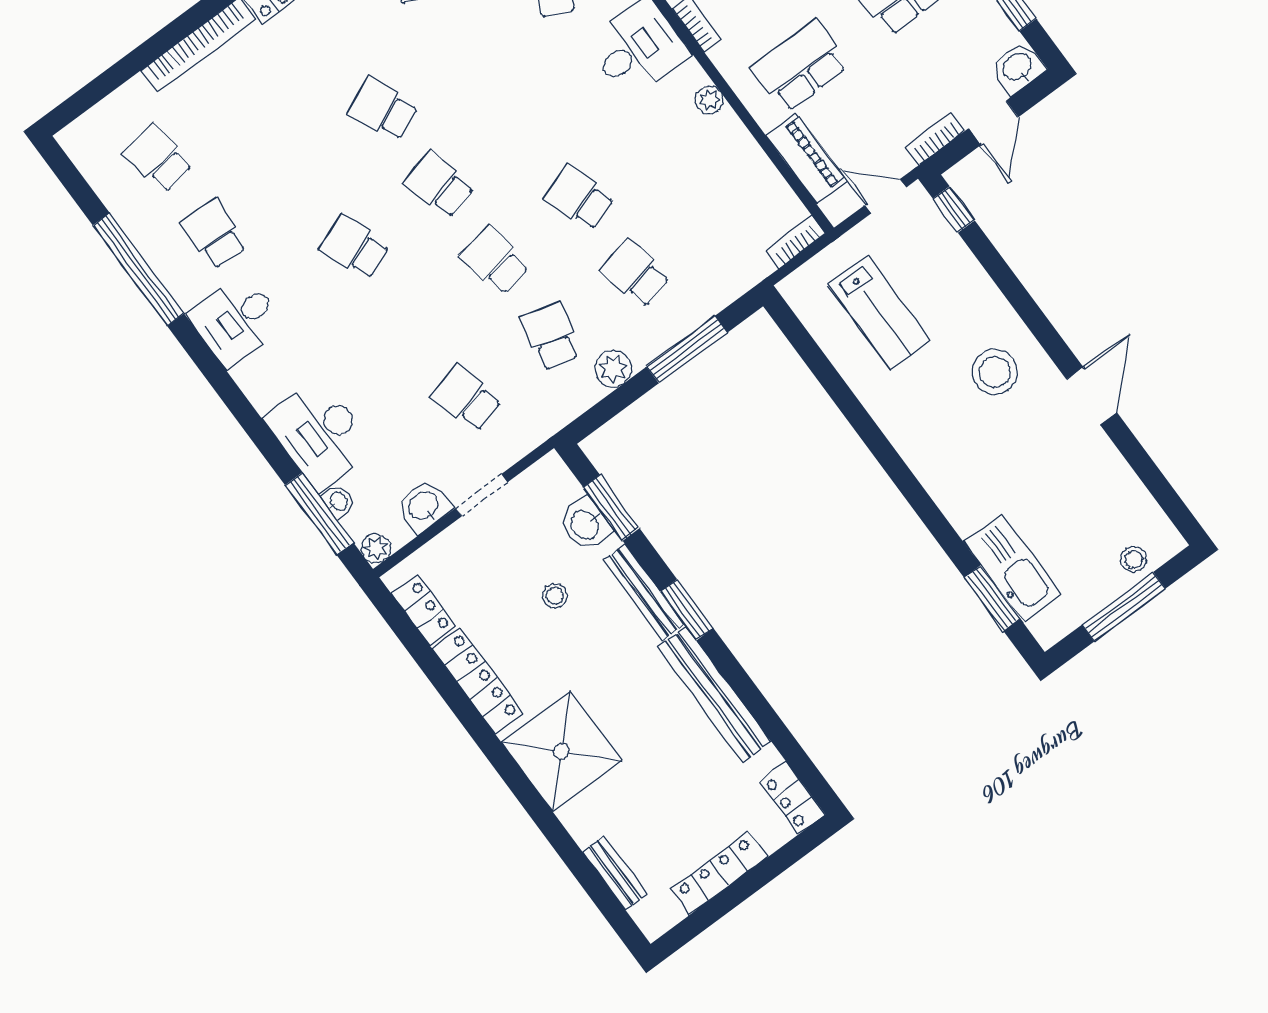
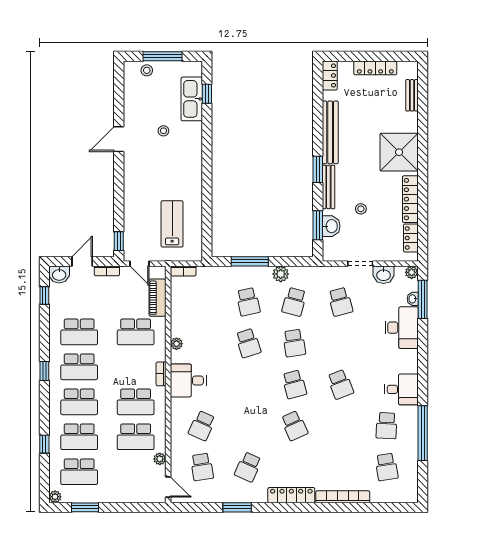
stool: (995, 372) -> (163, 131), moved, width x0.53, depth x0.53
window: (992, 598) -> (207, 94), width x0.67

